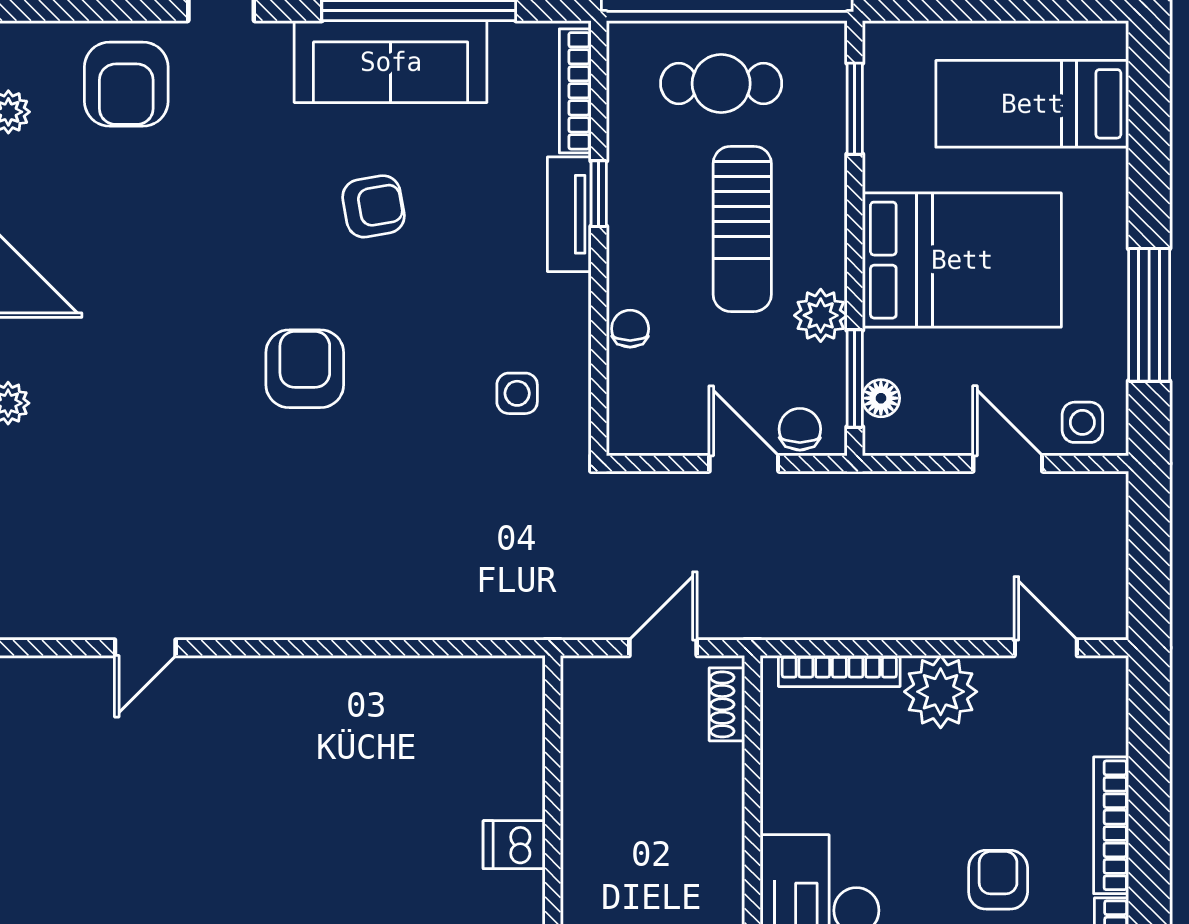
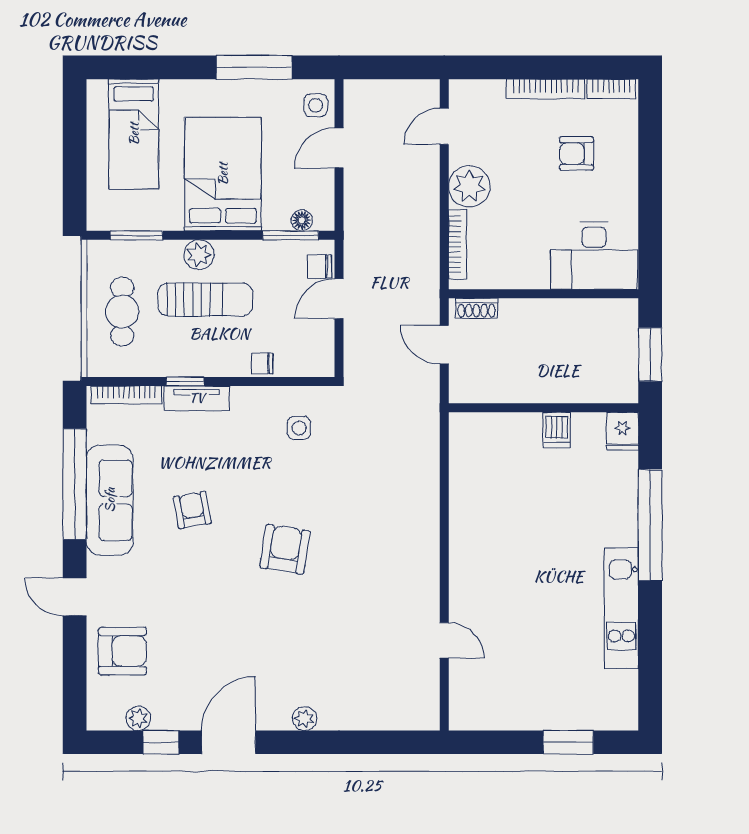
plant: (821, 315) -> (199, 255), moved
armchair: (305, 369) -> (285, 549), turned 99

